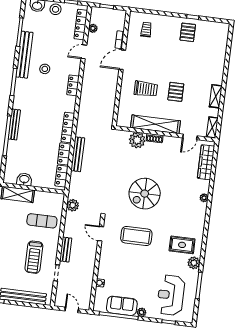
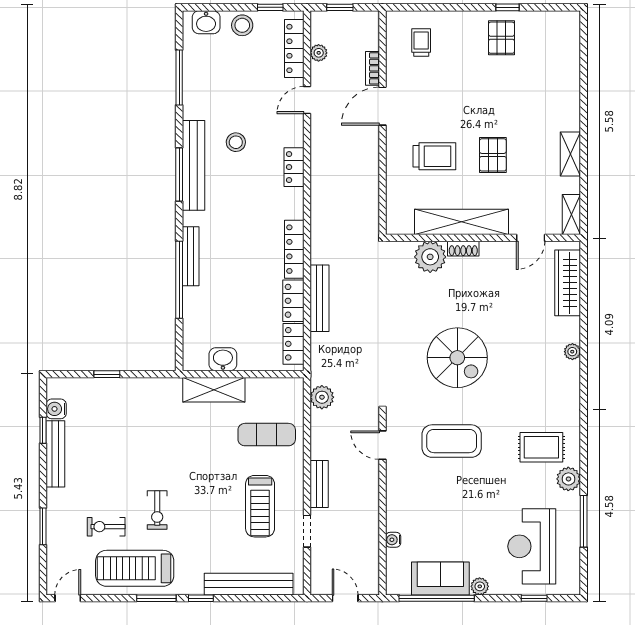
bench: (24, 55) -> (193, 165), moved
spiral stairs: (145, 194) -> (457, 358), turned -90

